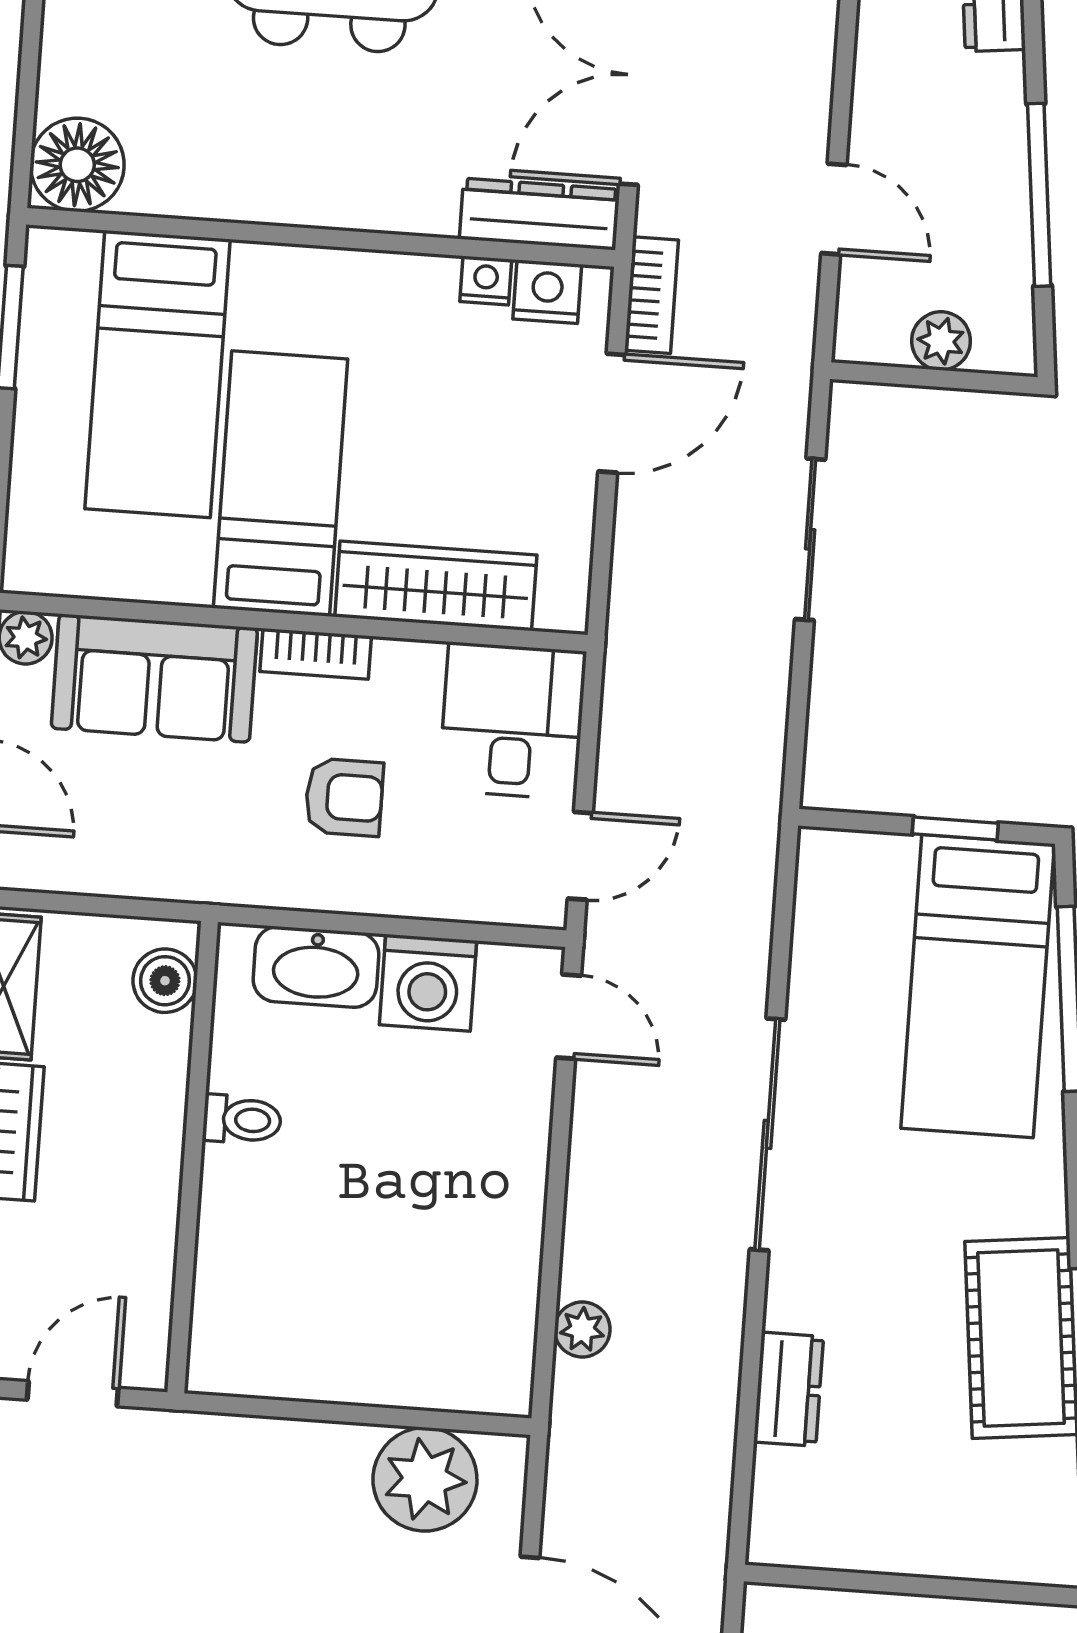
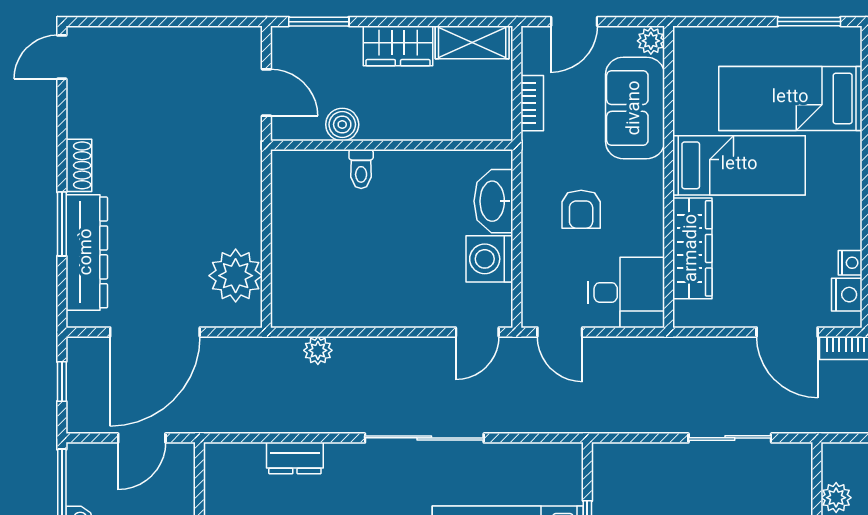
bookcase: (316, 654) -> (532, 103), moved, turned 180
boiler: (165, 981) -> (342, 124), moved
toilet: (242, 1120) -> (361, 169), moved

